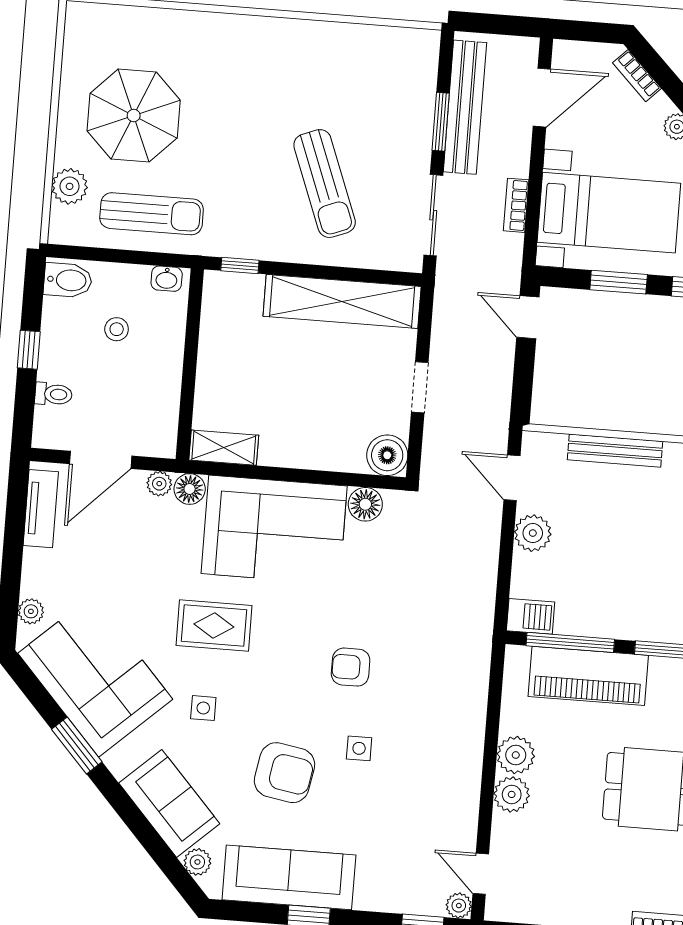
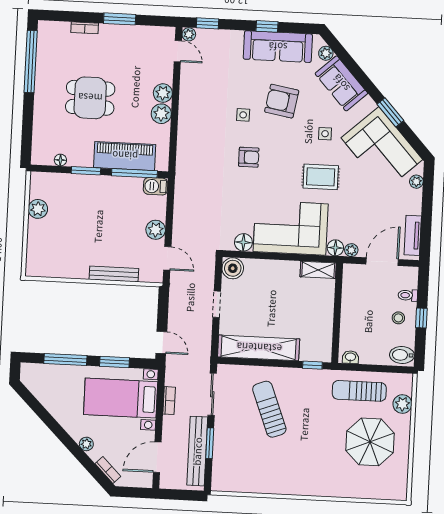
stool: (117, 329) -> (398, 318), moved

